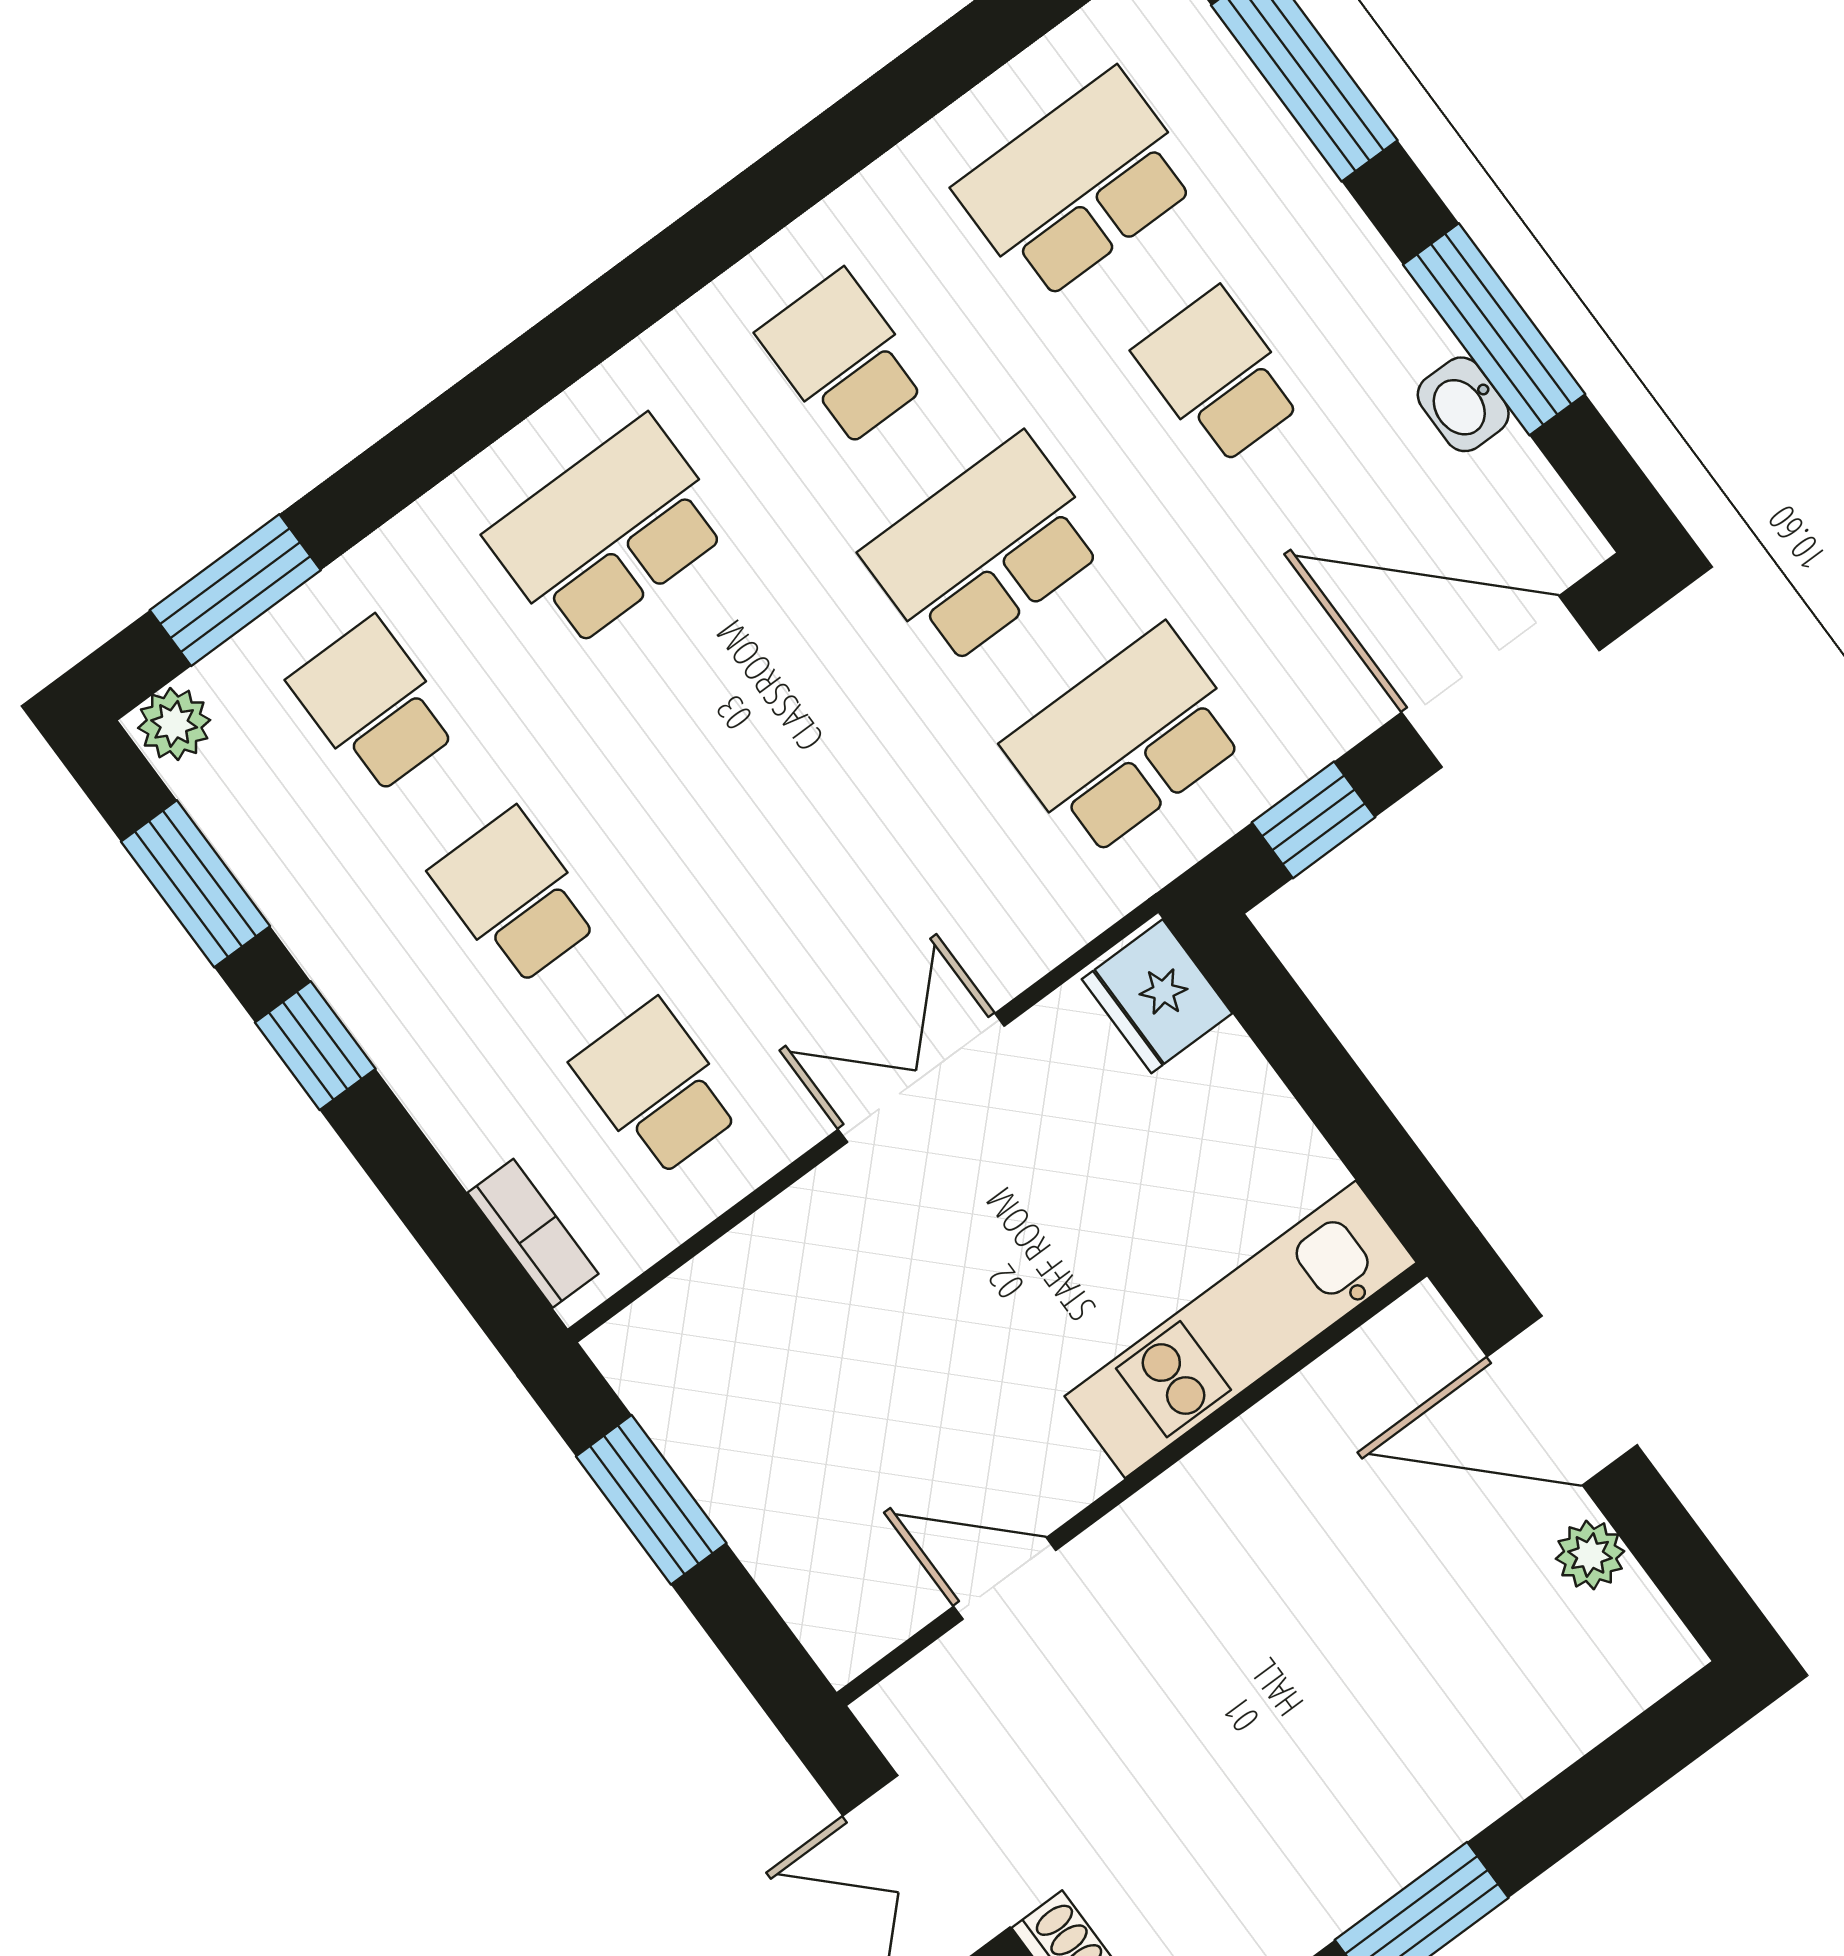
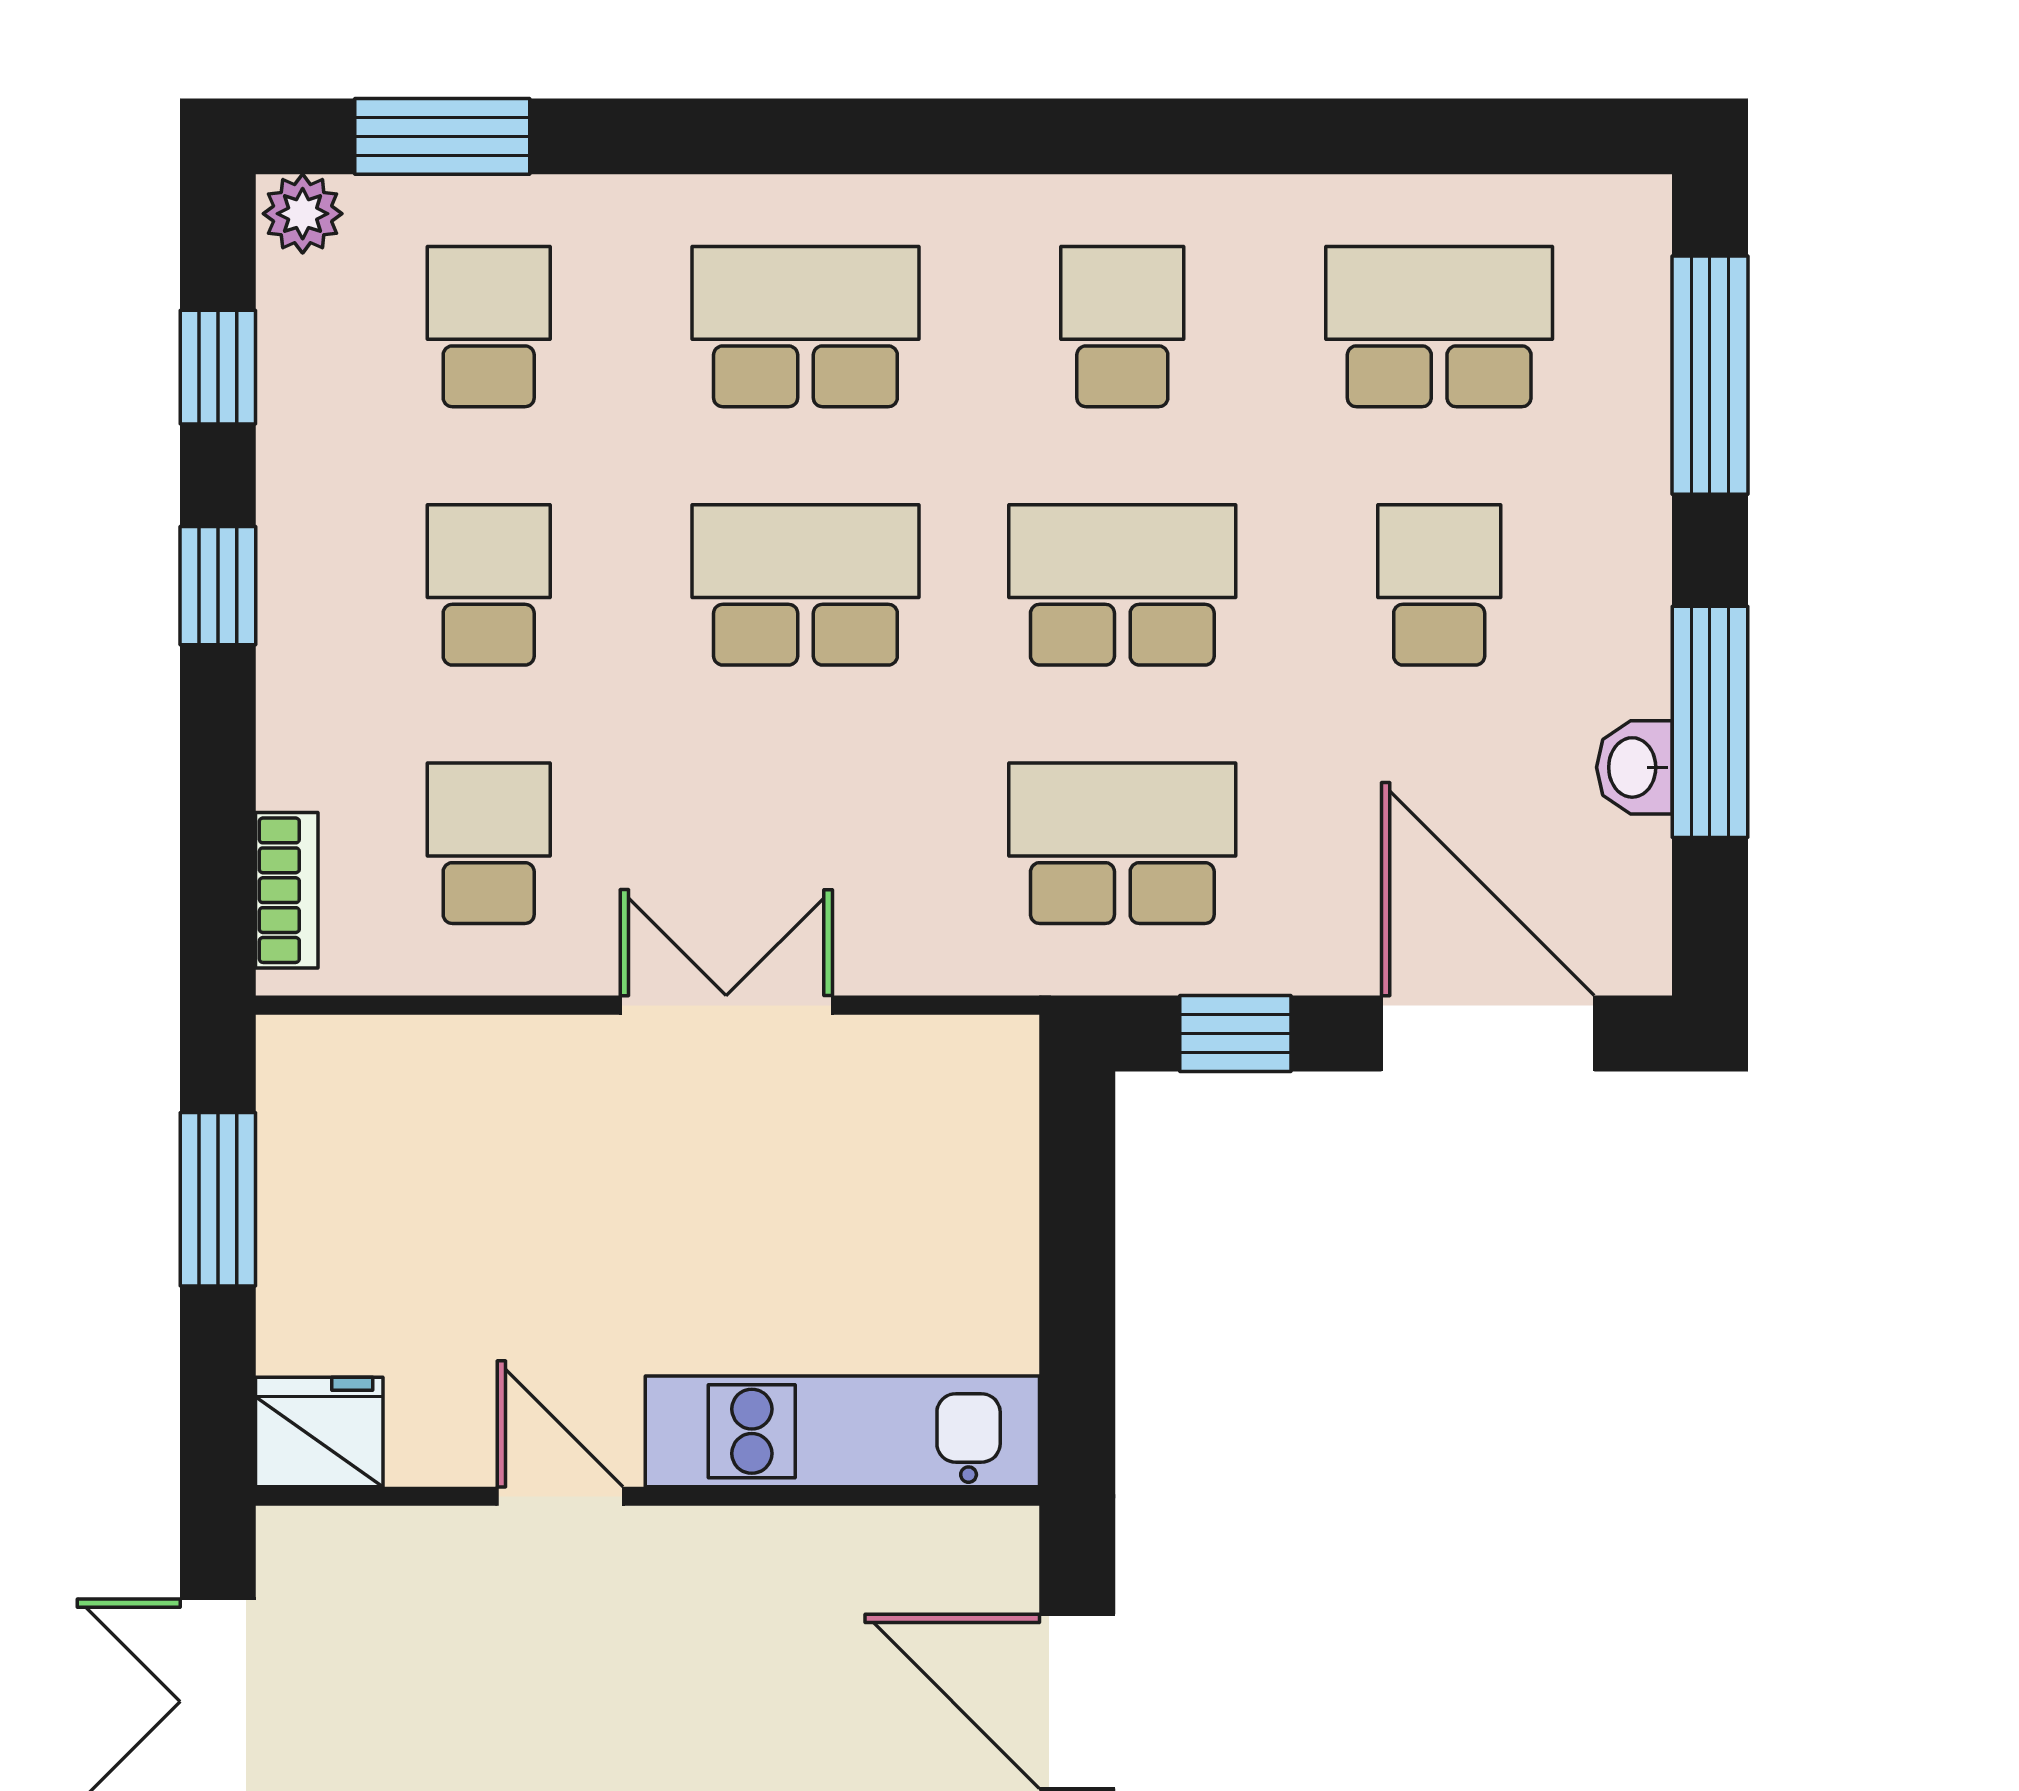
school desk: (750, 723) -> (805, 585), added
window: (195, 884) -> (218, 367), width x0.67
fridge: (1157, 996) -> (319, 1432), moved, turned 90
door: (1005, 1578) -> (560, 1496), moved

